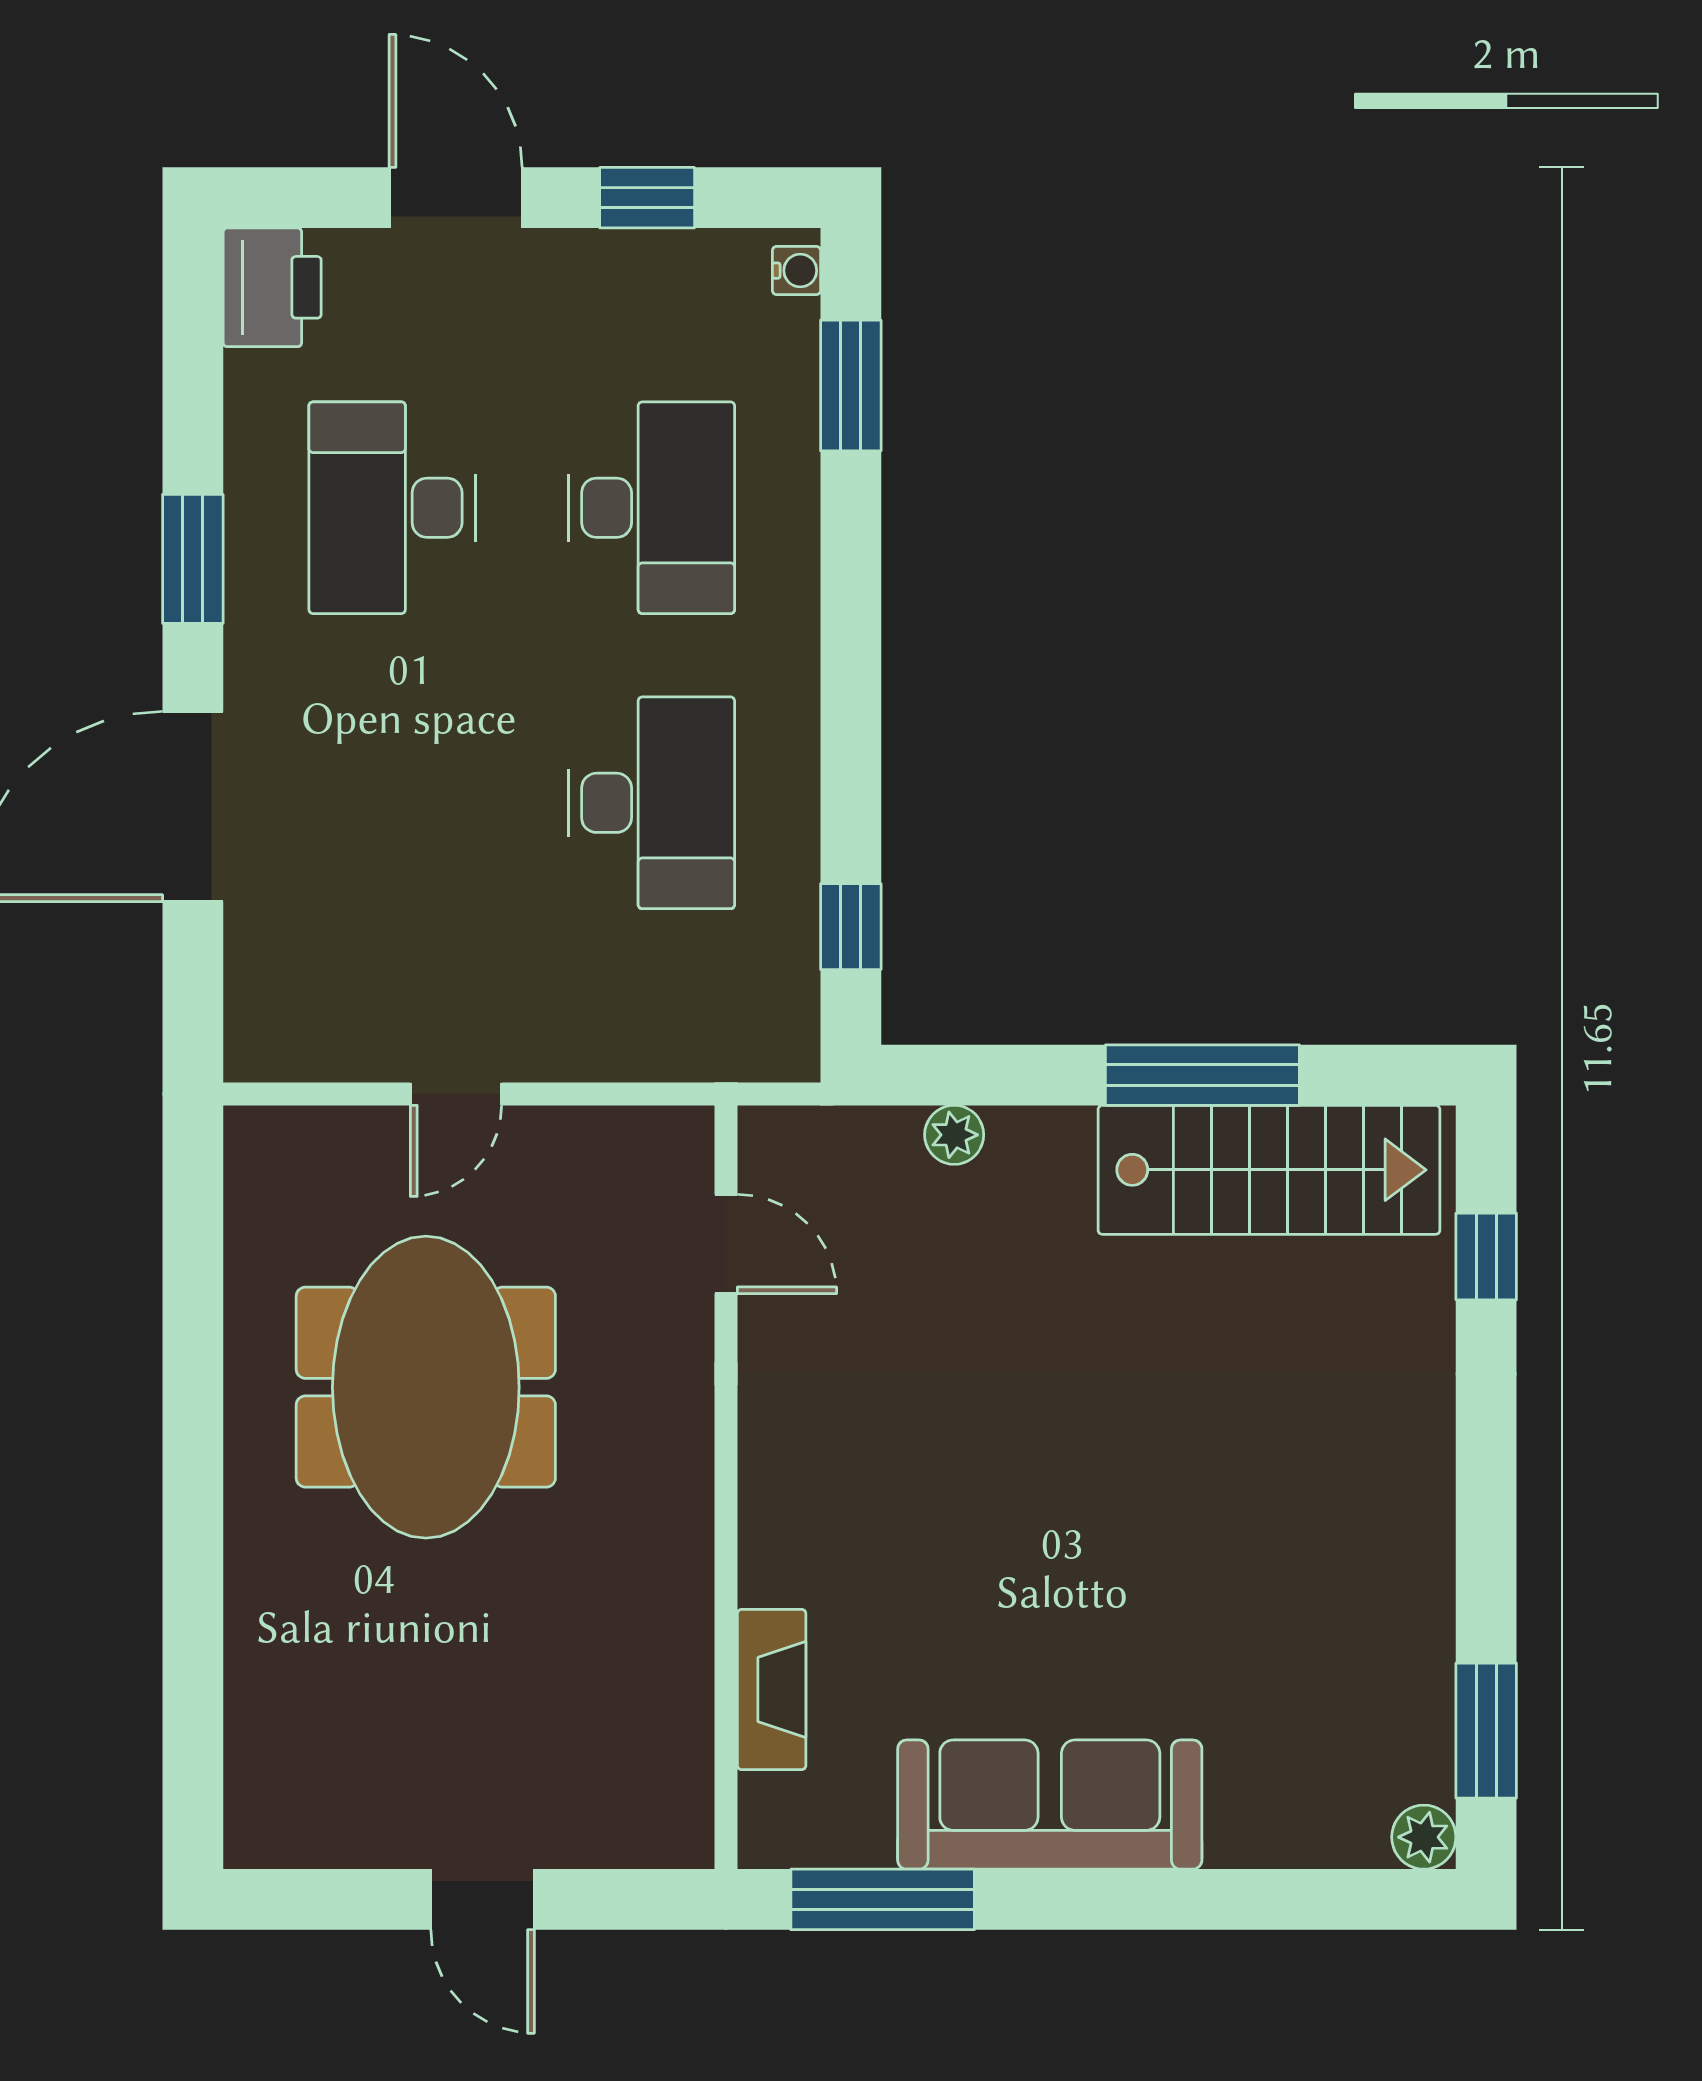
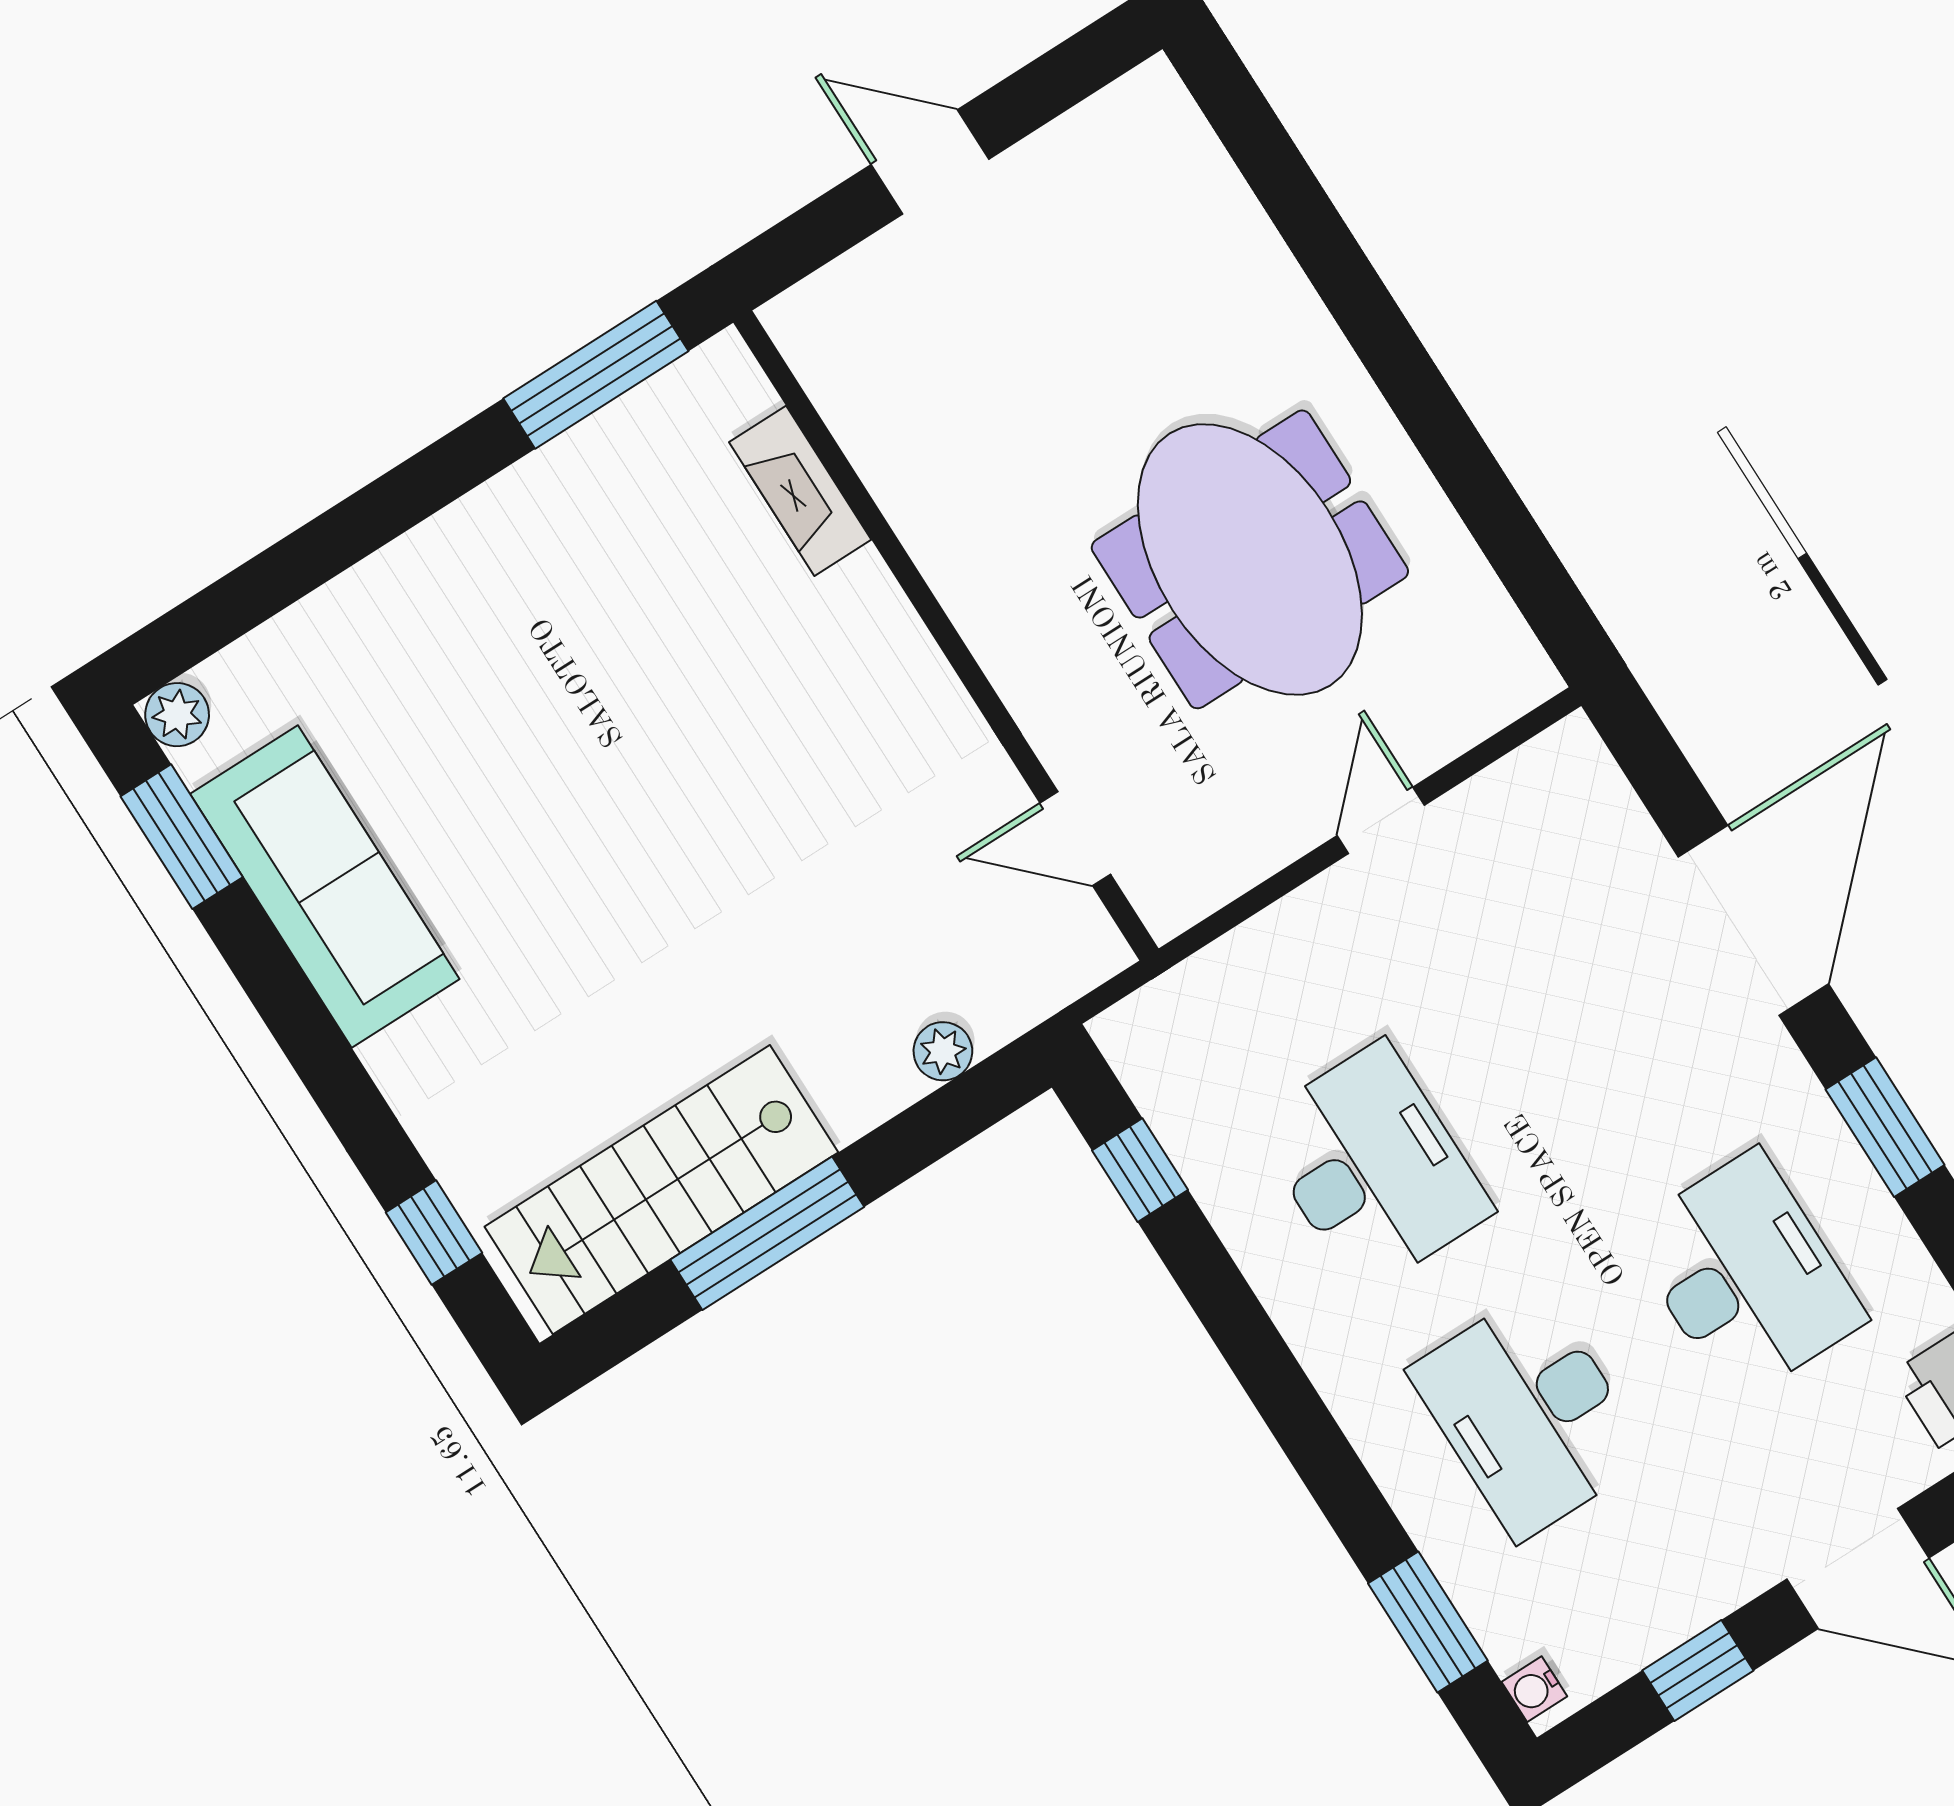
desk: (651, 803) -> (1372, 1167), turned 180
sofa: (1050, 1805) -> (325, 886), moved, turned -90

